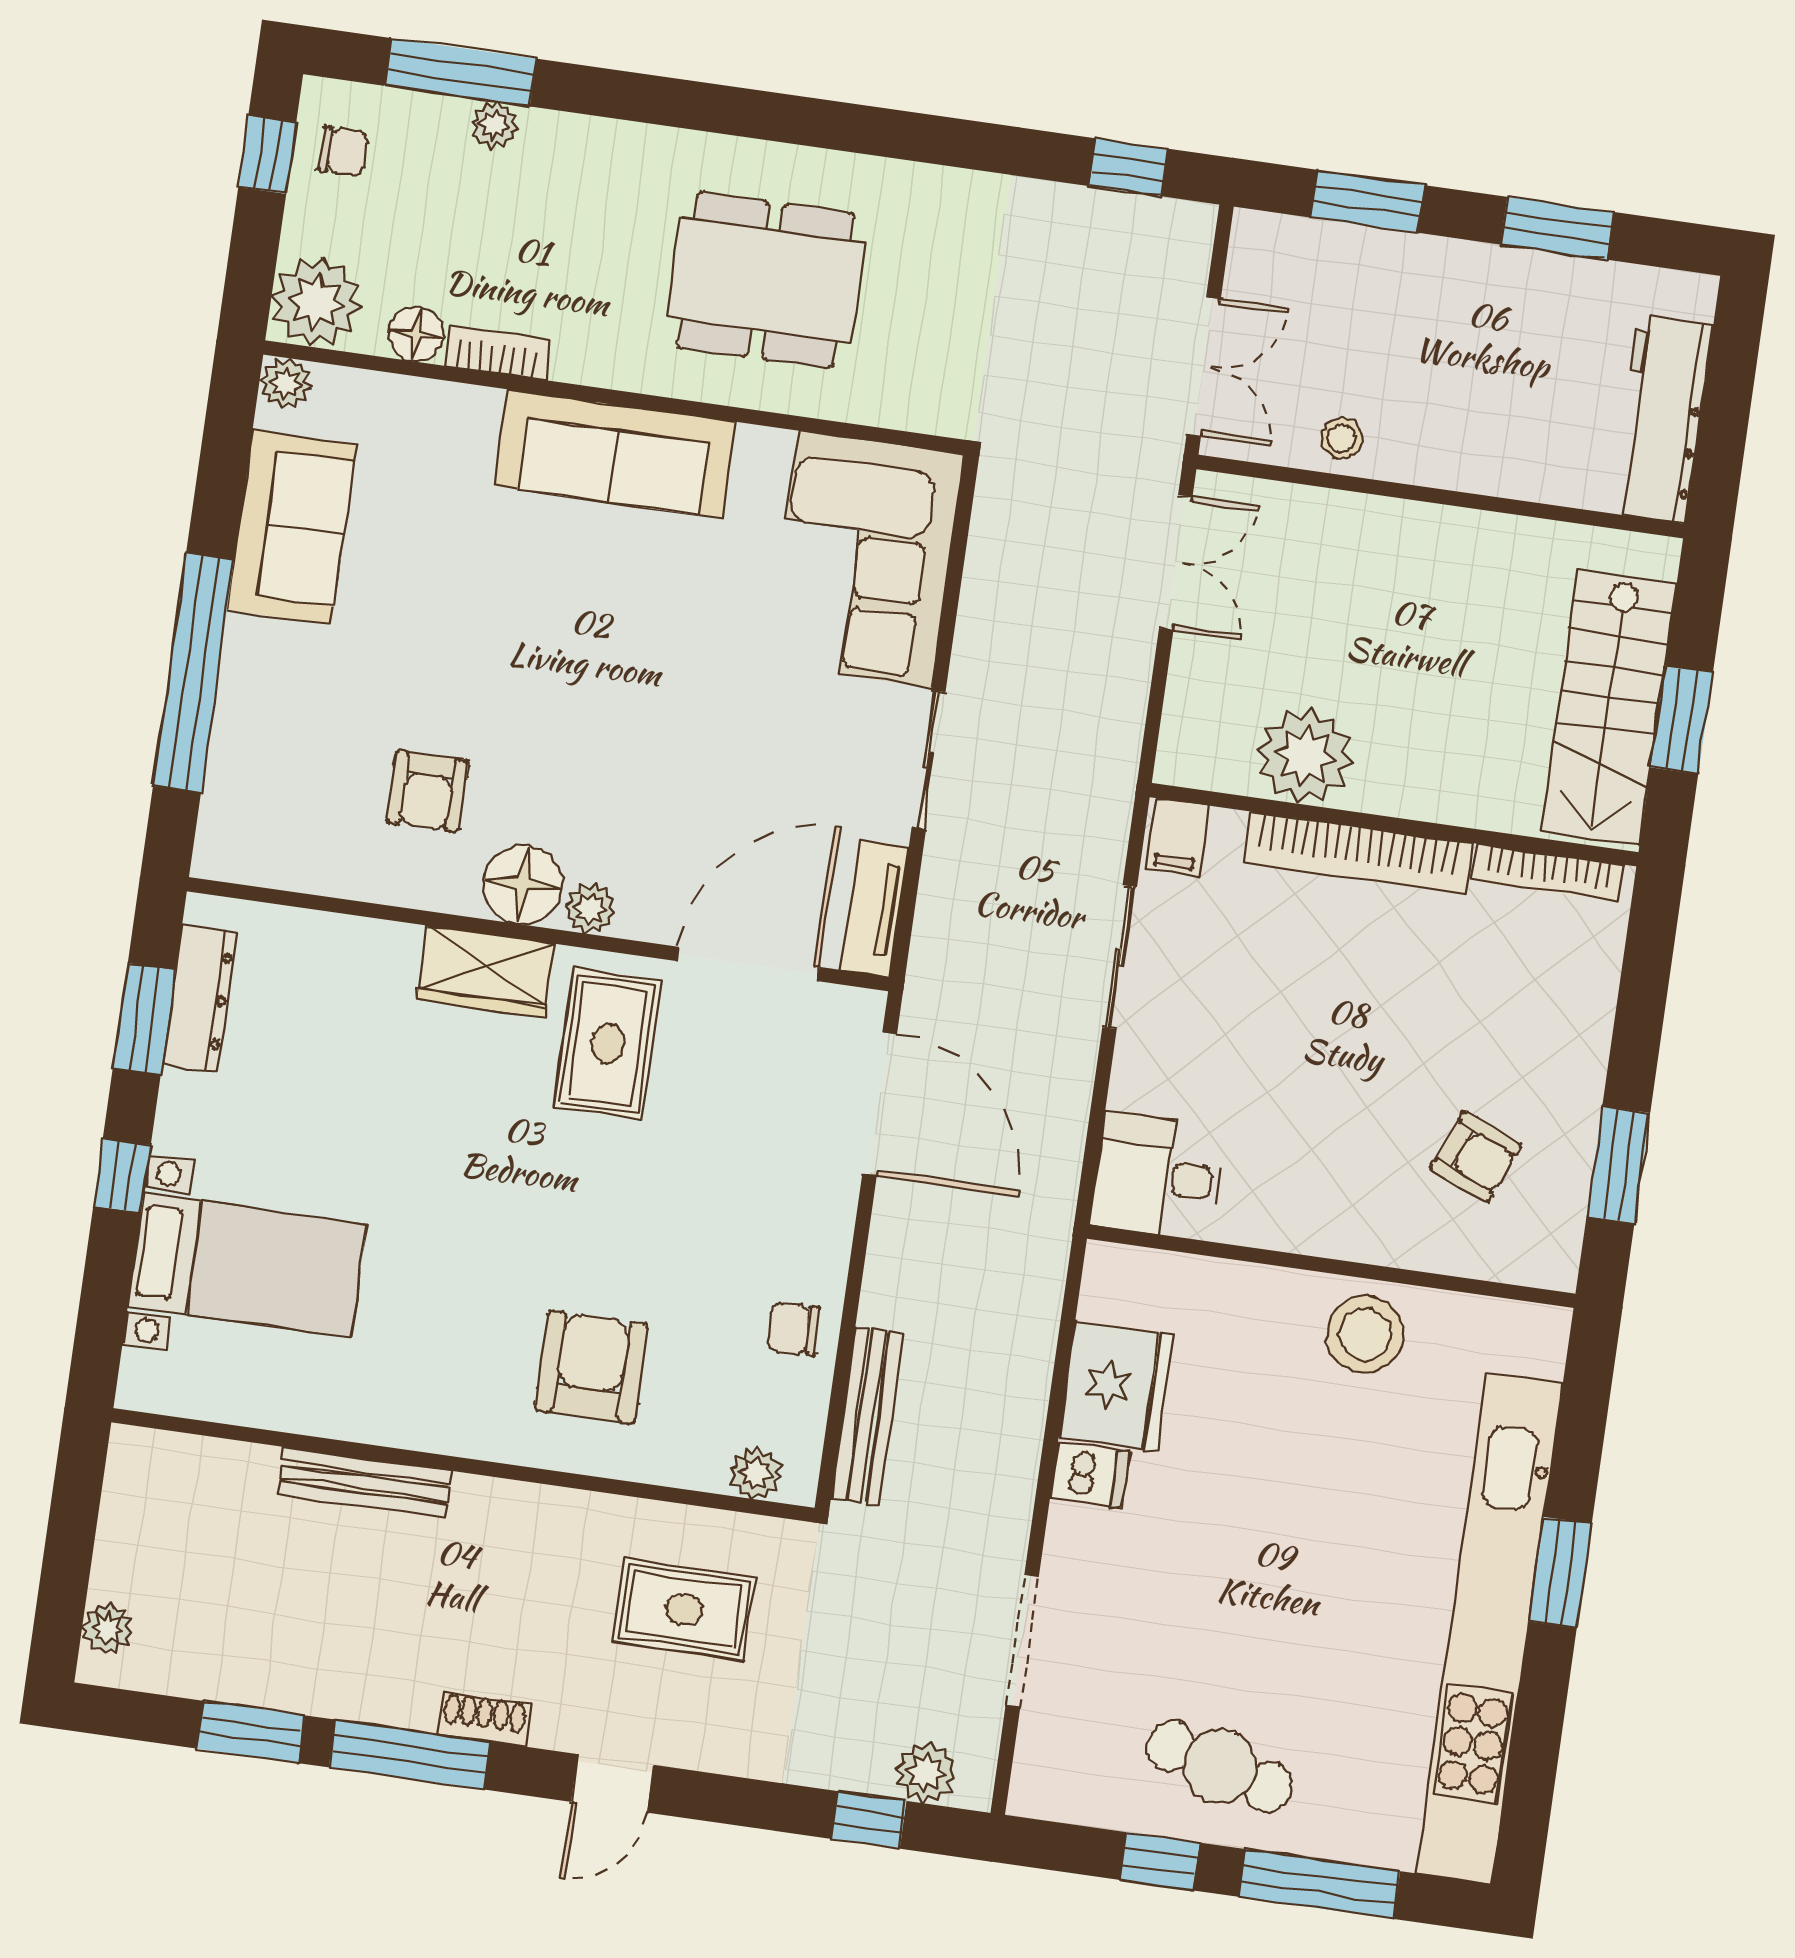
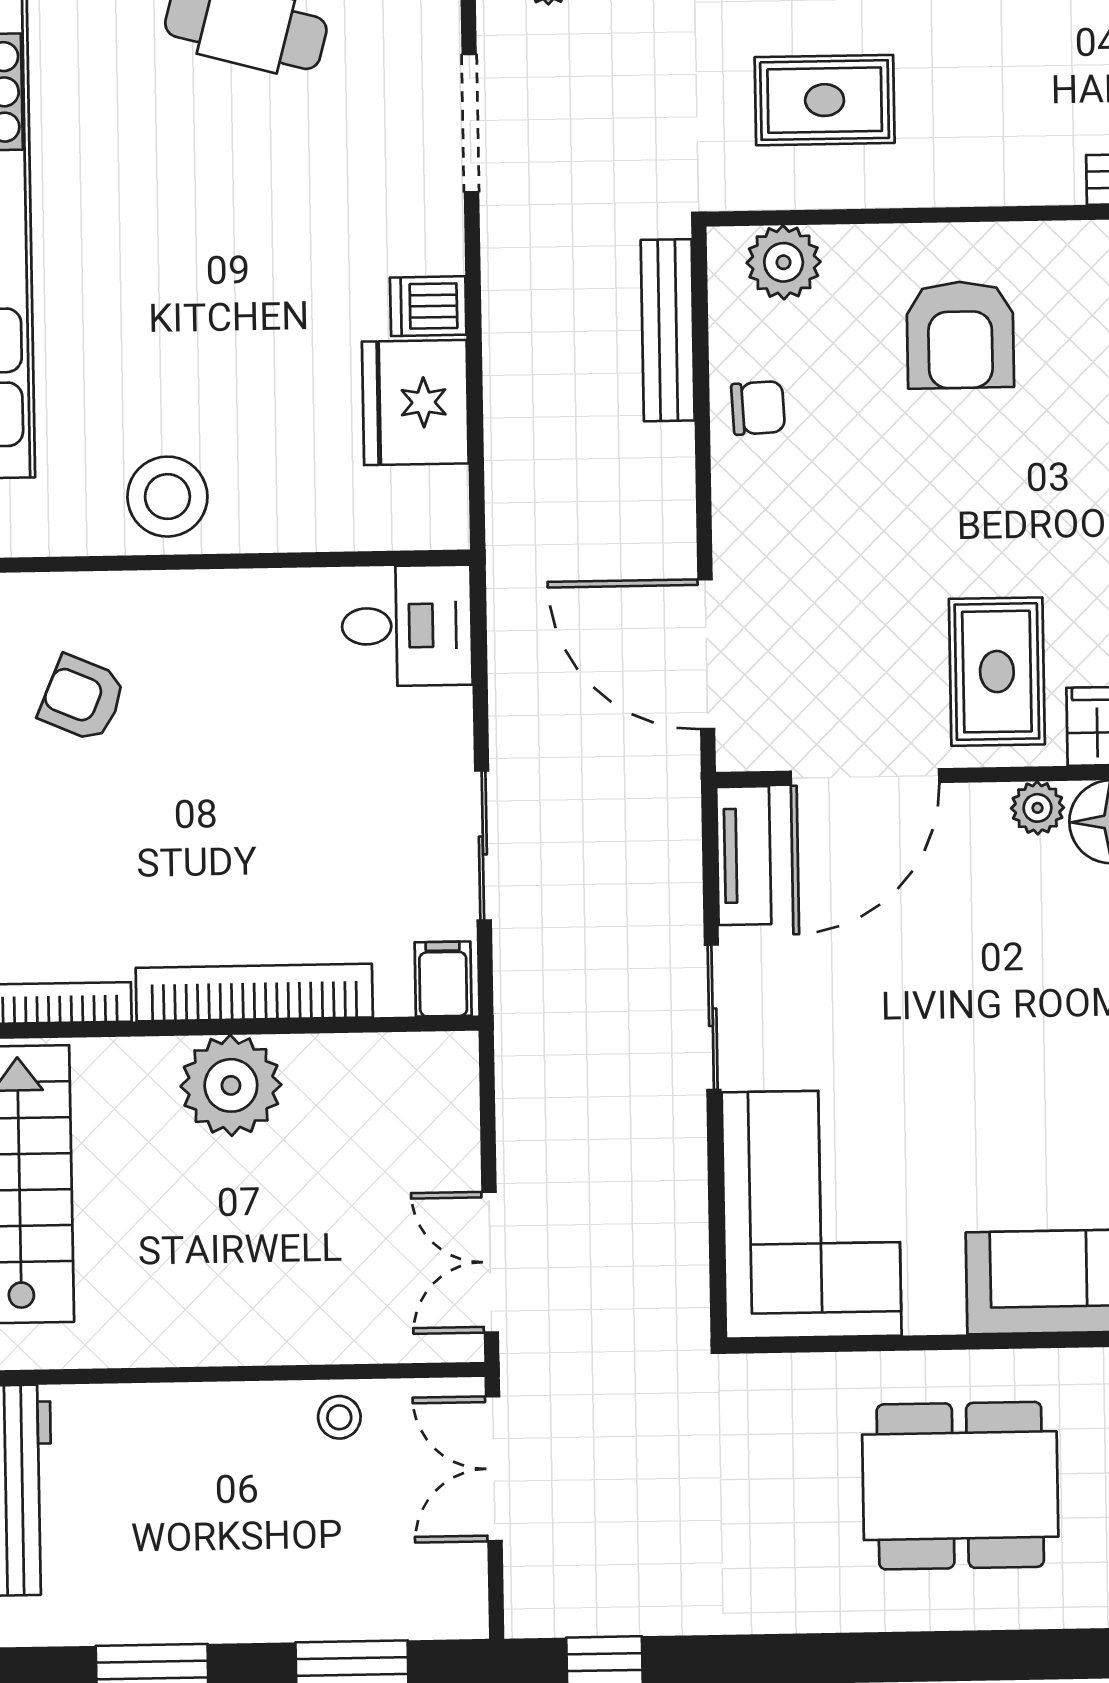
plant: (1305, 756) -> (231, 1085), moved
plant: (756, 1473) -> (784, 262), width x1.38, depth x1.38

